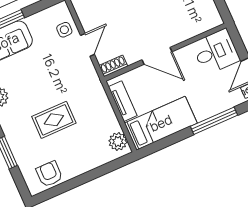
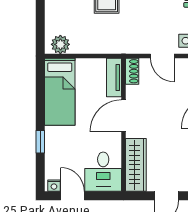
wardrobe: (197, 25) -> (136, 165), added
tv unit: (123, 101) -> (114, 77), moved, turned 90
window: (214, 121) -> (40, 142), width x0.46

